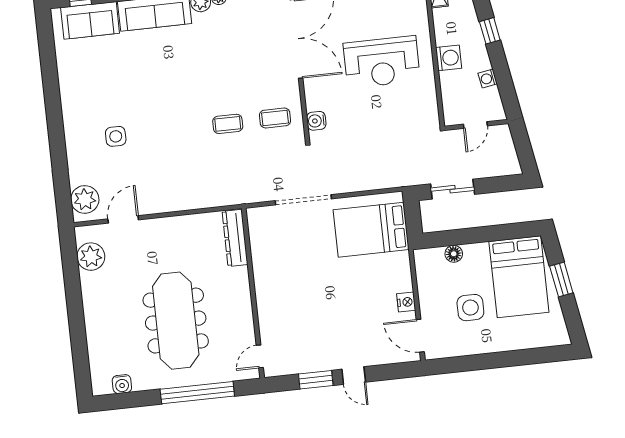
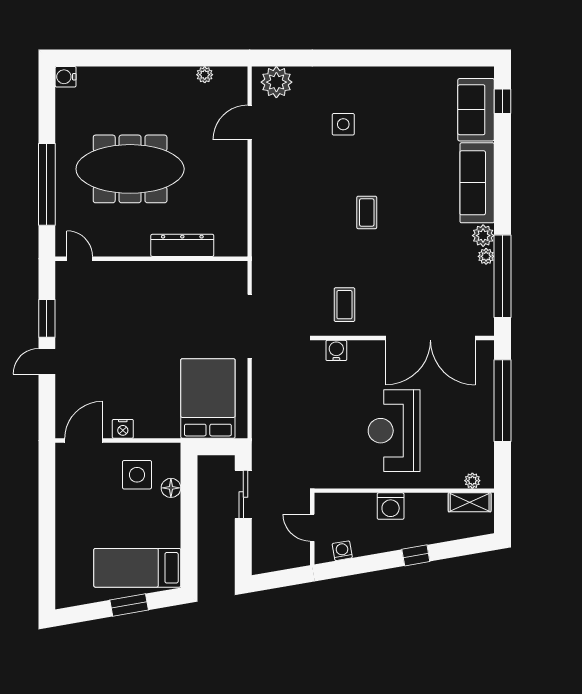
washing machine: (488, 79) -> (342, 551), moved
coffee table: (228, 124) -> (367, 212), moved
door: (123, 219) -> (250, 123), swing flipped
dresser: (235, 238) -> (182, 245), moved
plant: (91, 257) -> (205, 75), width x0.53, depth x0.53
bed: (519, 277) -> (137, 568), width x0.67
side table: (470, 308) -> (137, 475), moved
water cooler: (122, 384) -> (66, 77), moved

